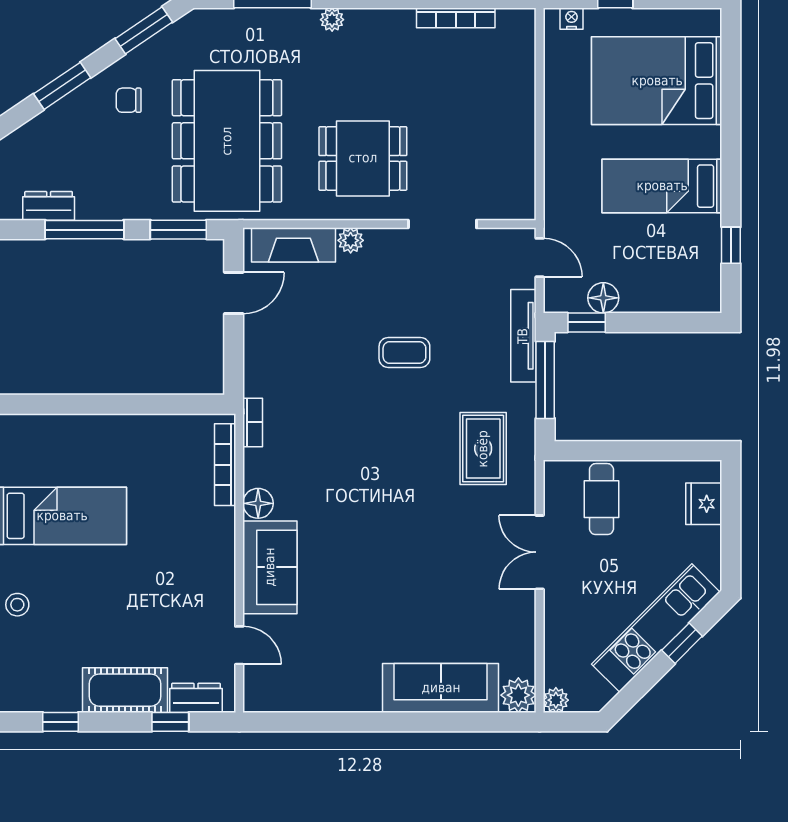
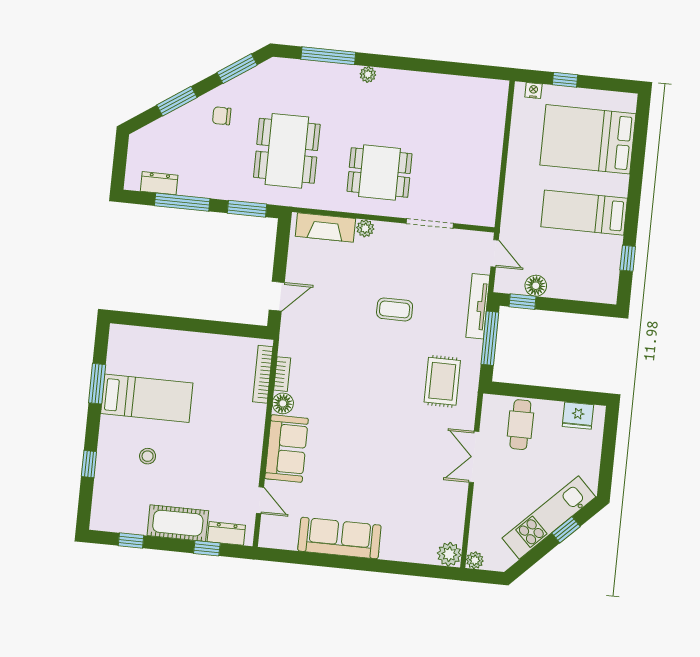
bookcase: (456, 18) -> (453, 82), removed
dining table: (227, 141) -> (287, 151), width x0.73, depth x0.80
door: (234, 293) -> (277, 296), moved
bookcase: (253, 422) -> (282, 374), moved
fridge: (704, 504) -> (578, 416), moved, turned -90
stool: (17, 605) -> (148, 456), moved
sofa: (441, 688) -> (339, 538), moved

